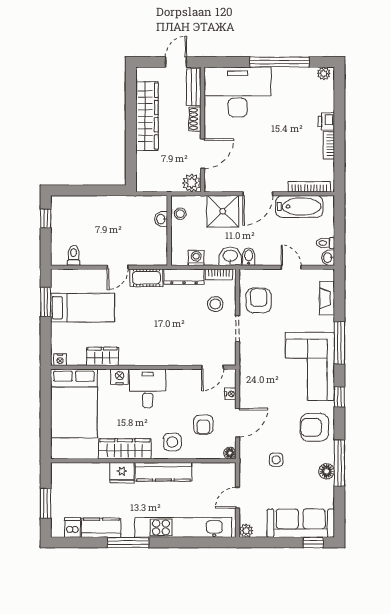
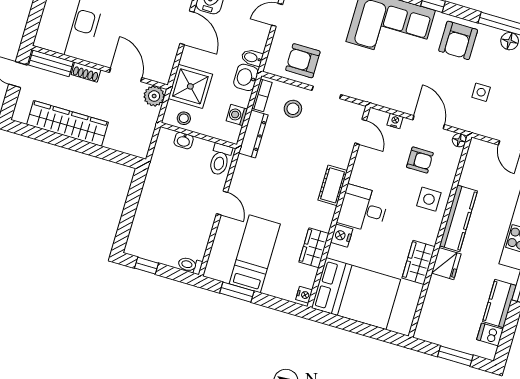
shower: (223, 211) -> (190, 86), moved
toilet: (73, 255) -> (190, 265), moved
toilet: (154, 255) -> (220, 159), added
cot: (146, 278) -> (333, 185), moved
wardrobe: (125, 449) -> (419, 262), width x0.67

